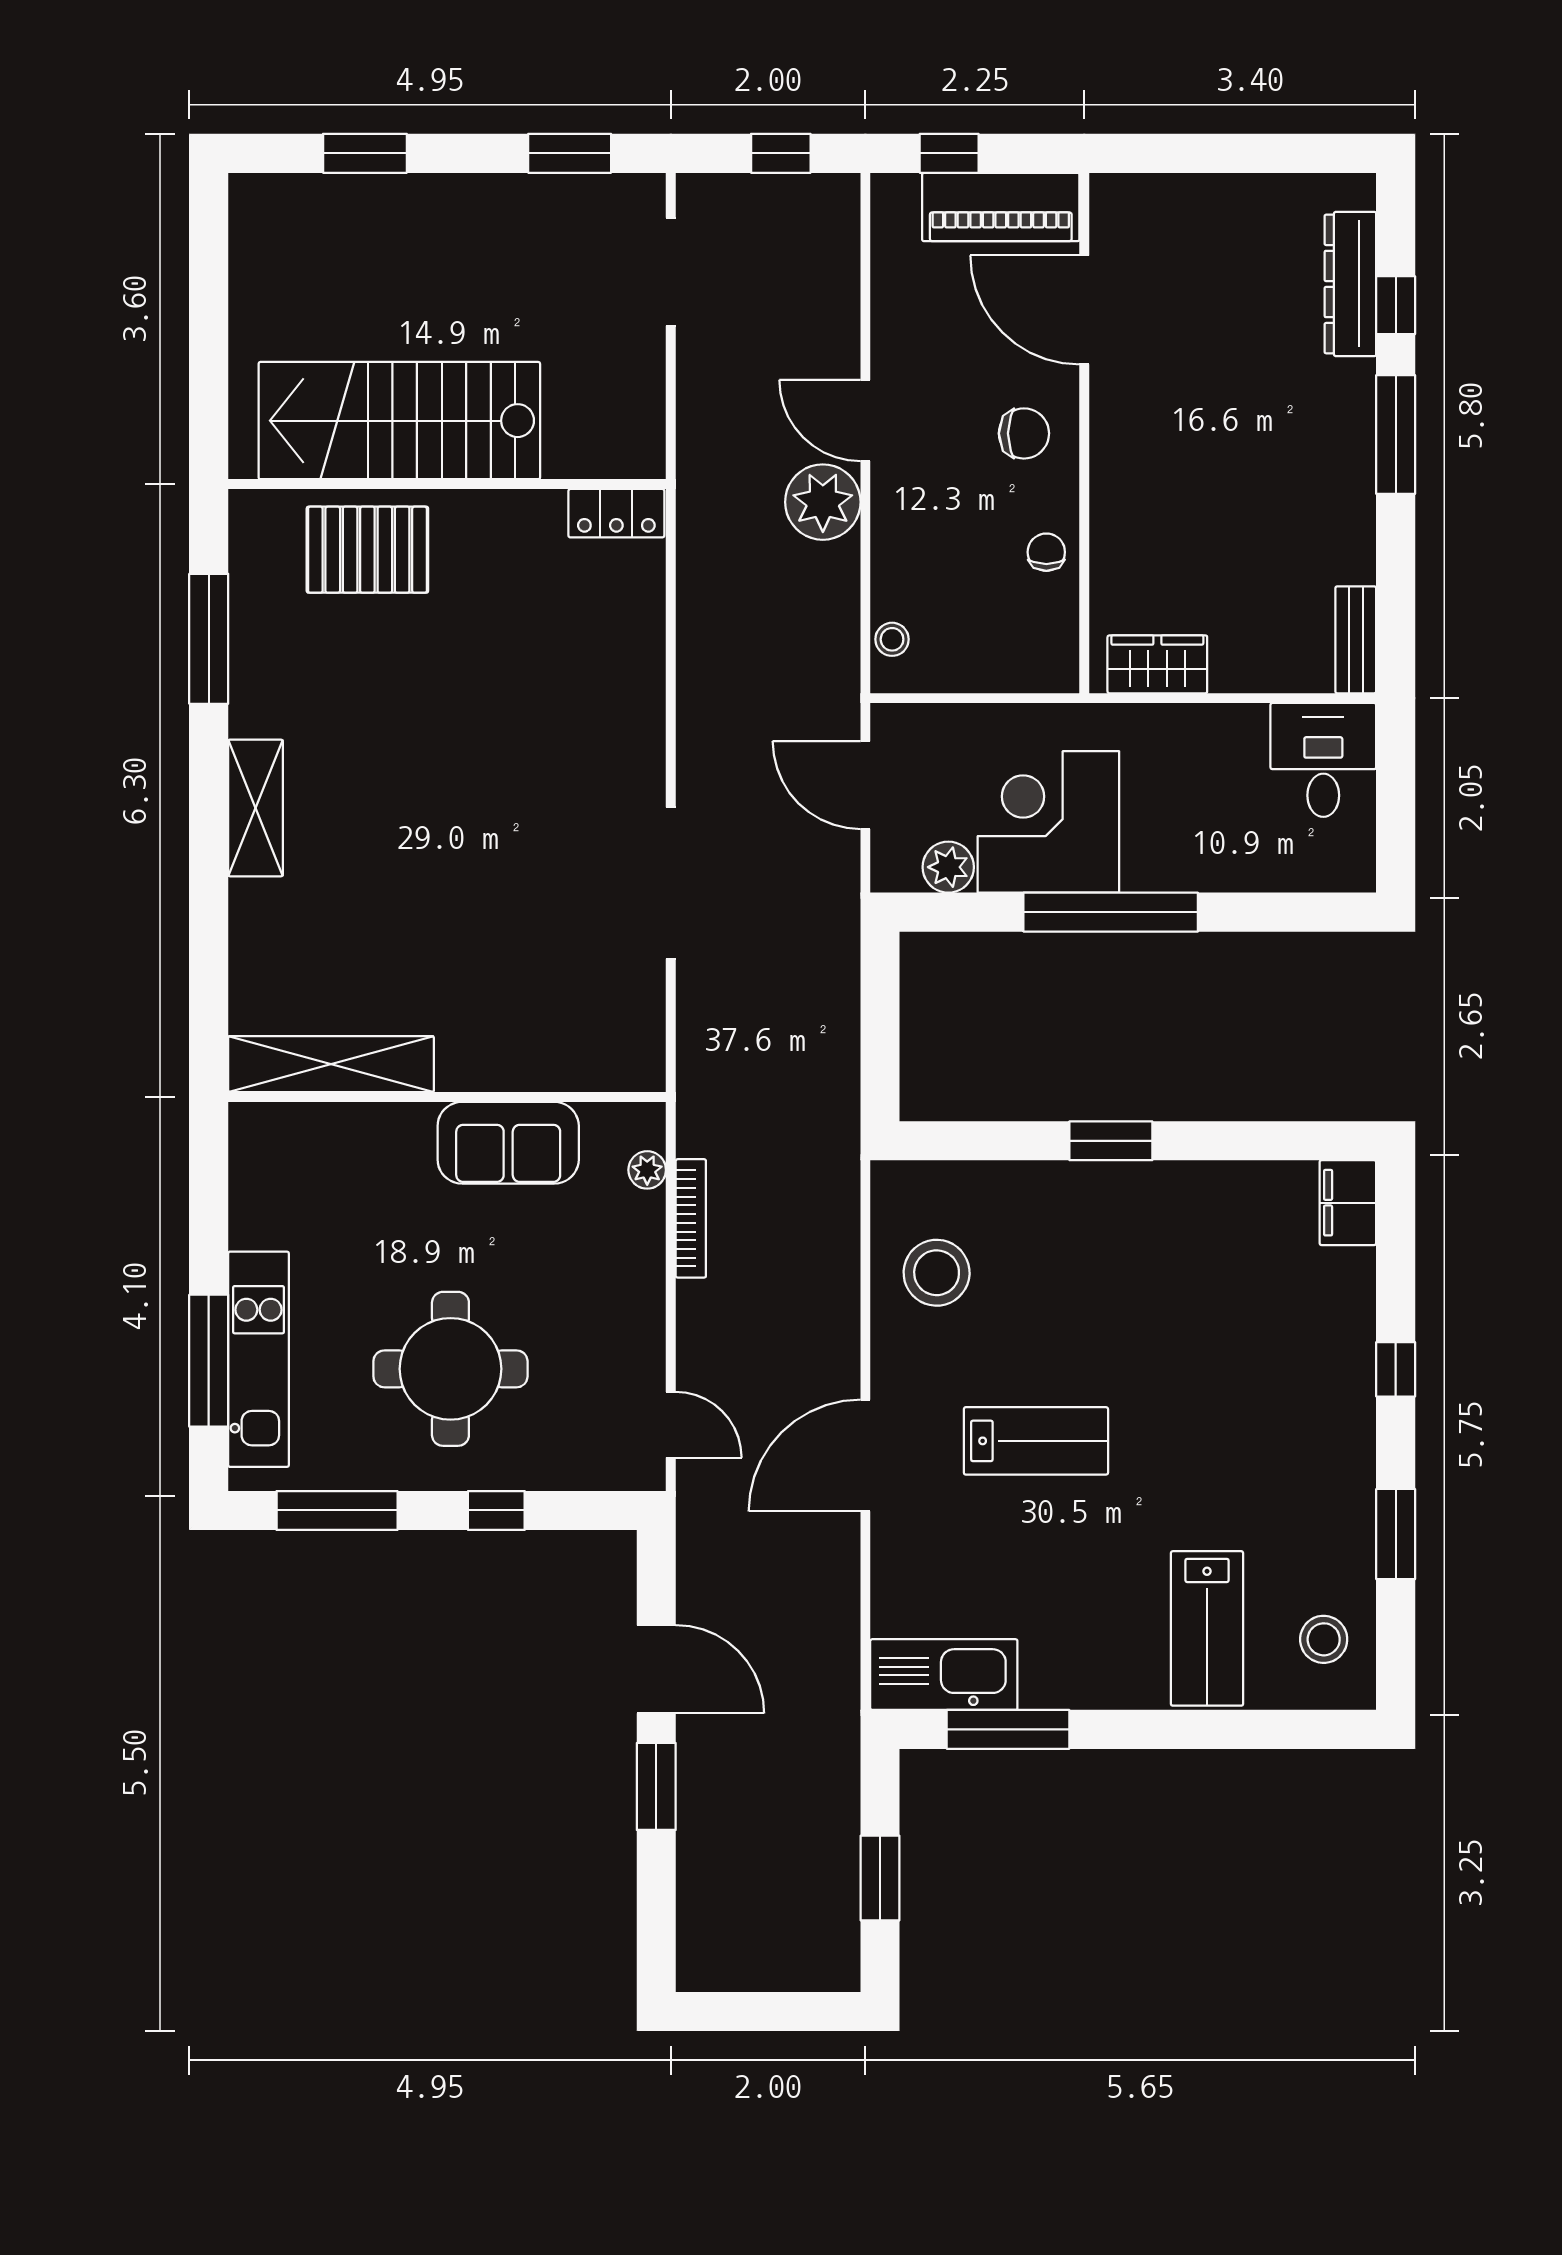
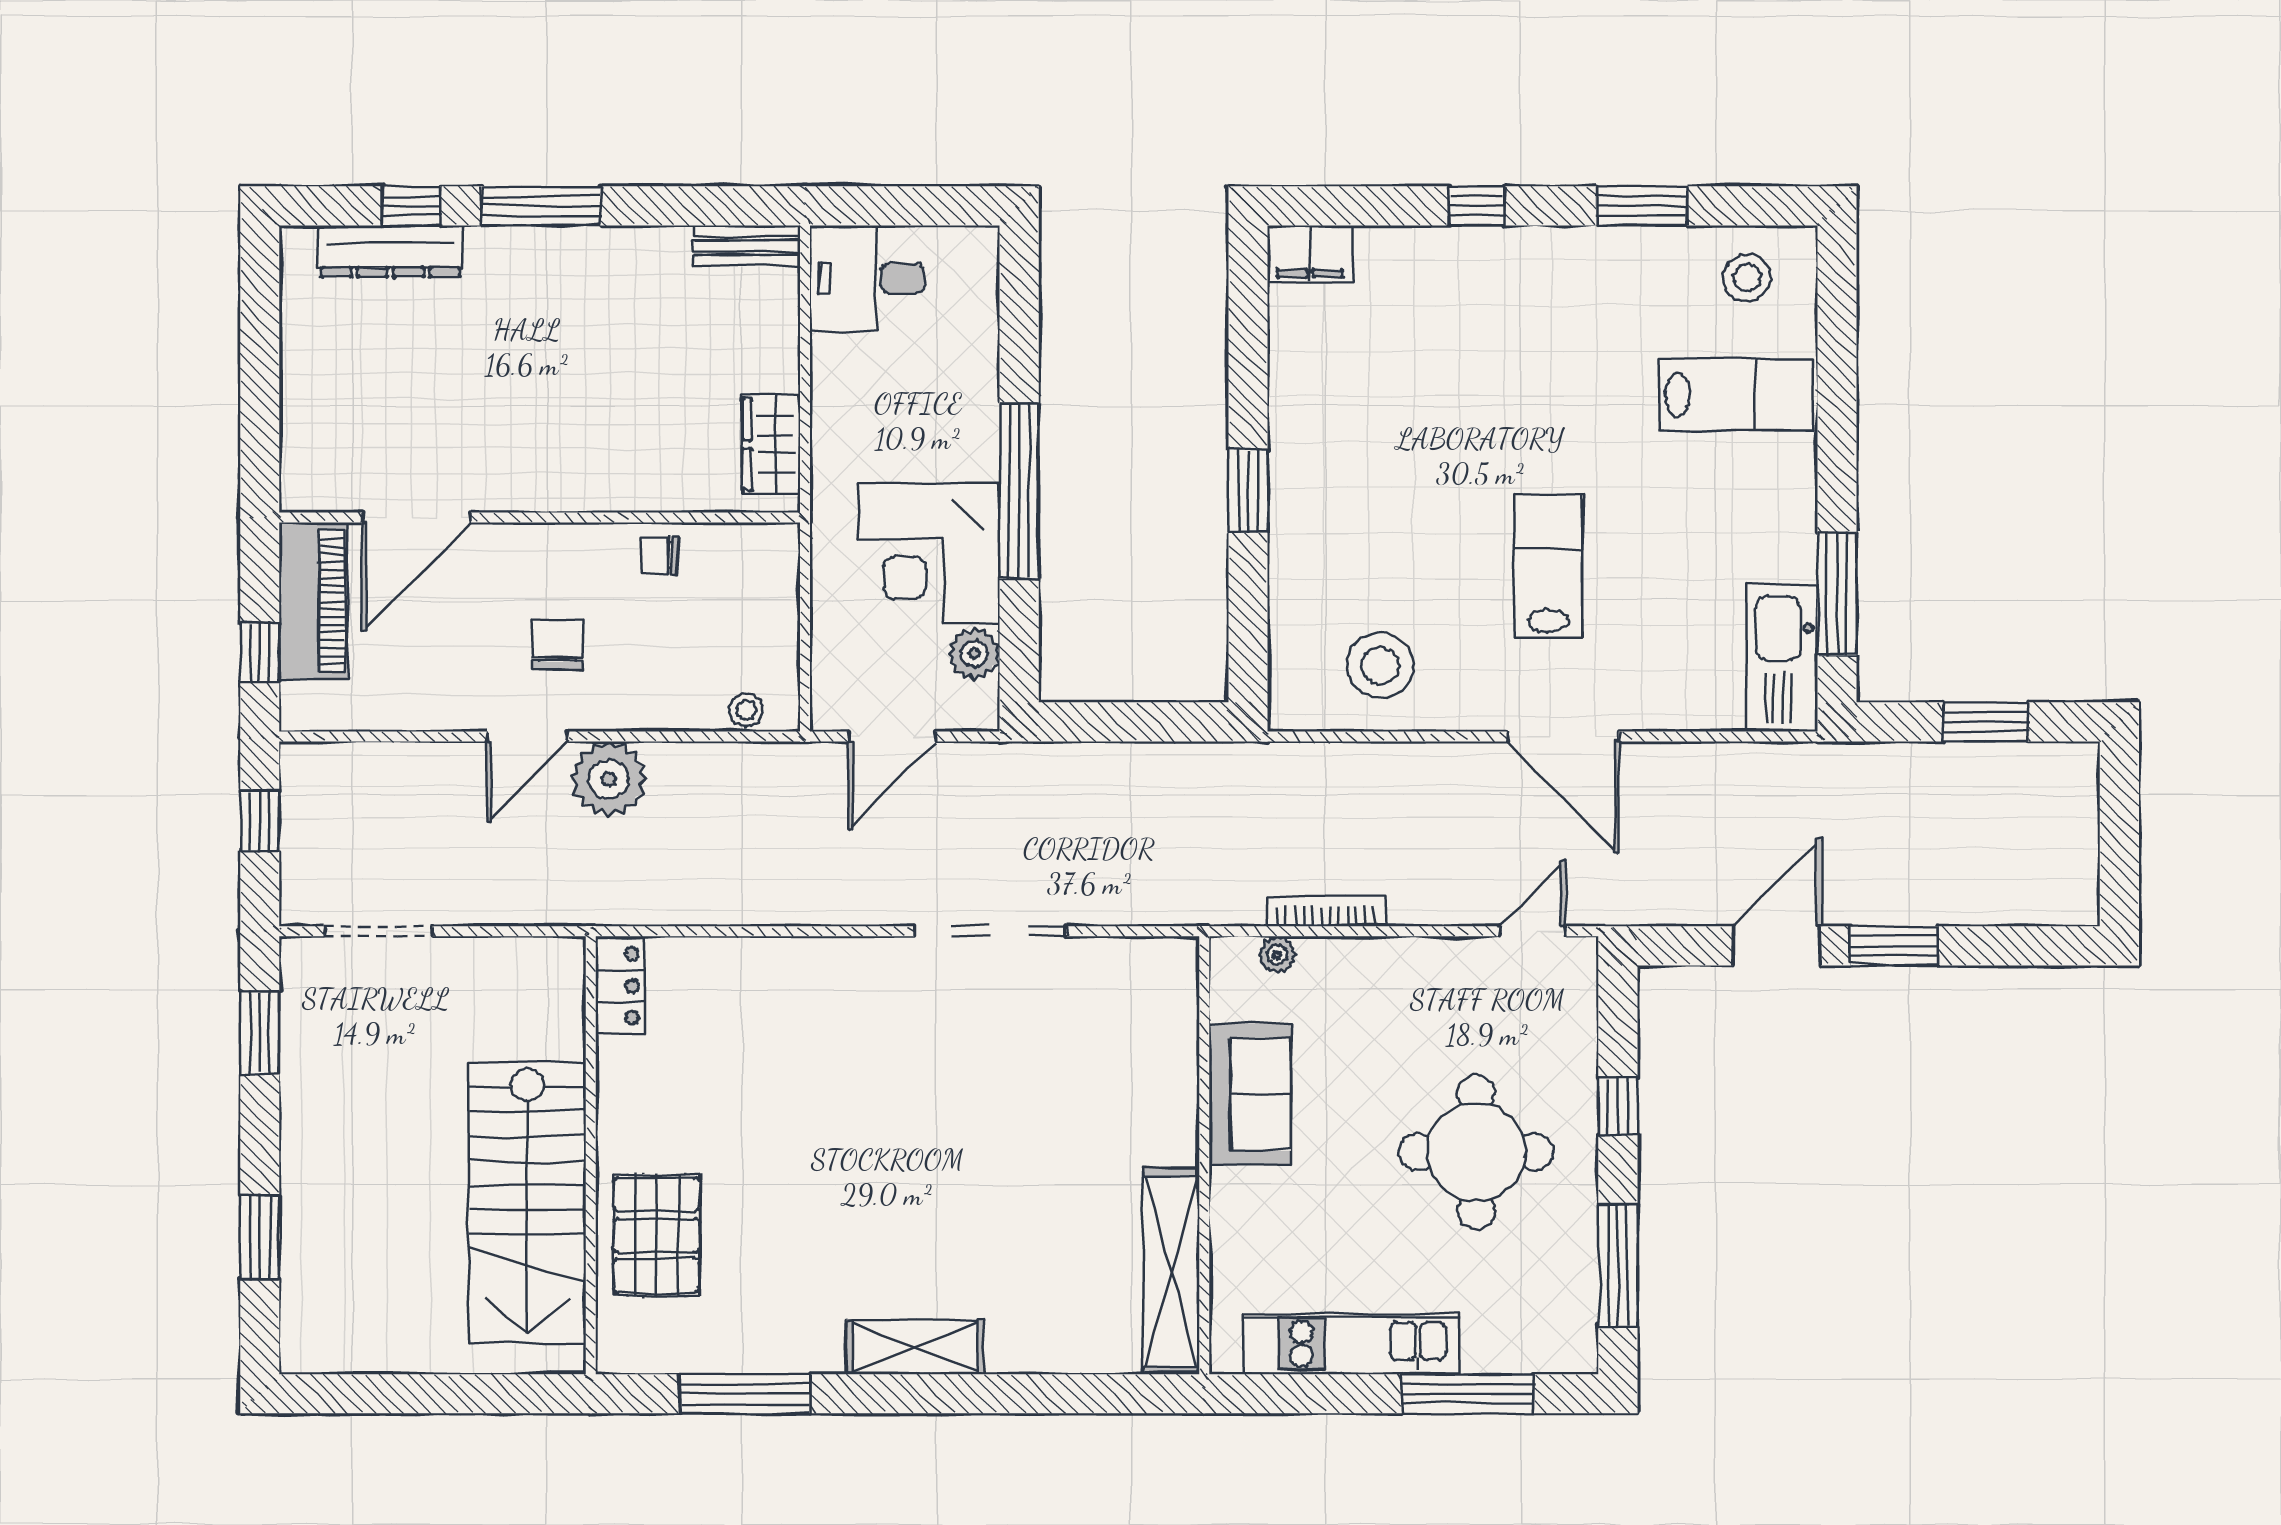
chair: (1024, 433) -> (558, 645), moved
kitchen unit: (258, 1359) -> (1351, 1344), moved

